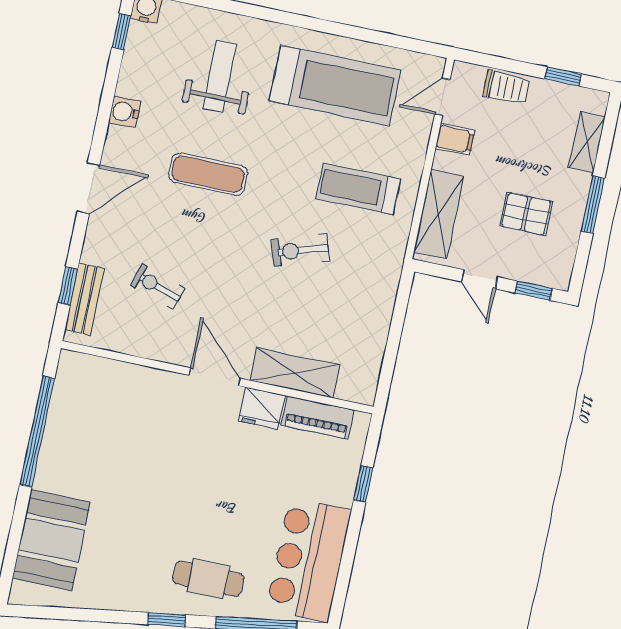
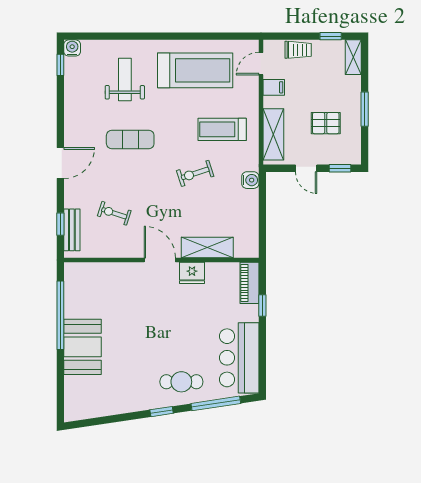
water cooler: (125, 112) -> (250, 180), moved, turned 180
shelving: (587, 142) -> (353, 57), moved
piano: (318, 418) -> (249, 283), moved, turned 90
booth: (51, 540) -> (83, 347), moved

